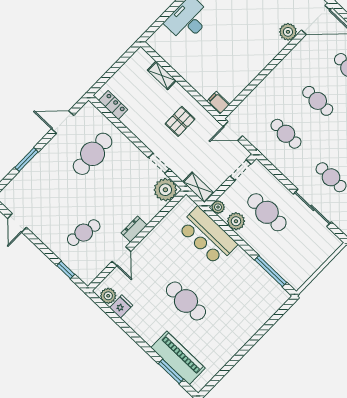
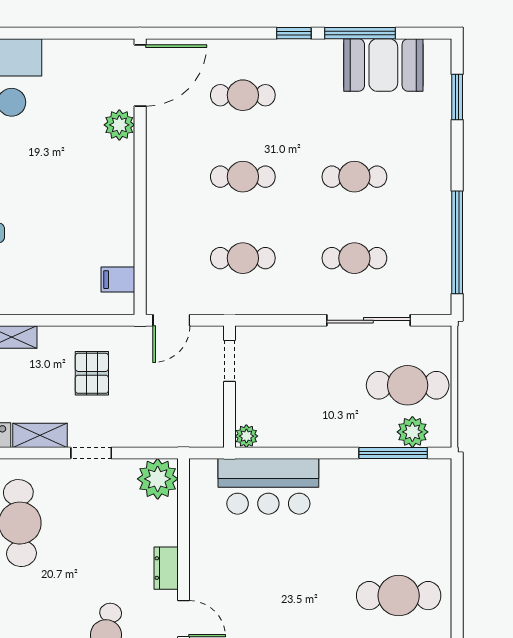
filing cabinet: (218, 103) -> (118, 280), moved
doorway: (159, 163) -> (91, 453), moved
shelving: (198, 187) -> (40, 435), moved
cafe table: (267, 212) -> (408, 385), moved
plant: (236, 221) -> (412, 432), moved
cafe table: (186, 301) -> (399, 596), moved

